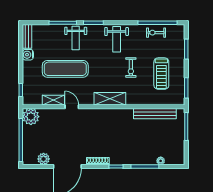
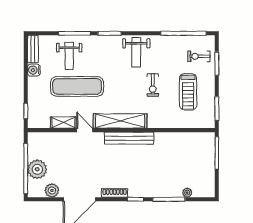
exercise bike: (156, 33) -> (199, 56), moved
weight bench: (76, 38) -> (69, 56), moved
shelving: (110, 99) -> (120, 121), width x1.47
bench: (155, 114) -> (129, 138), moved
plant: (31, 117) -> (37, 169), moved

